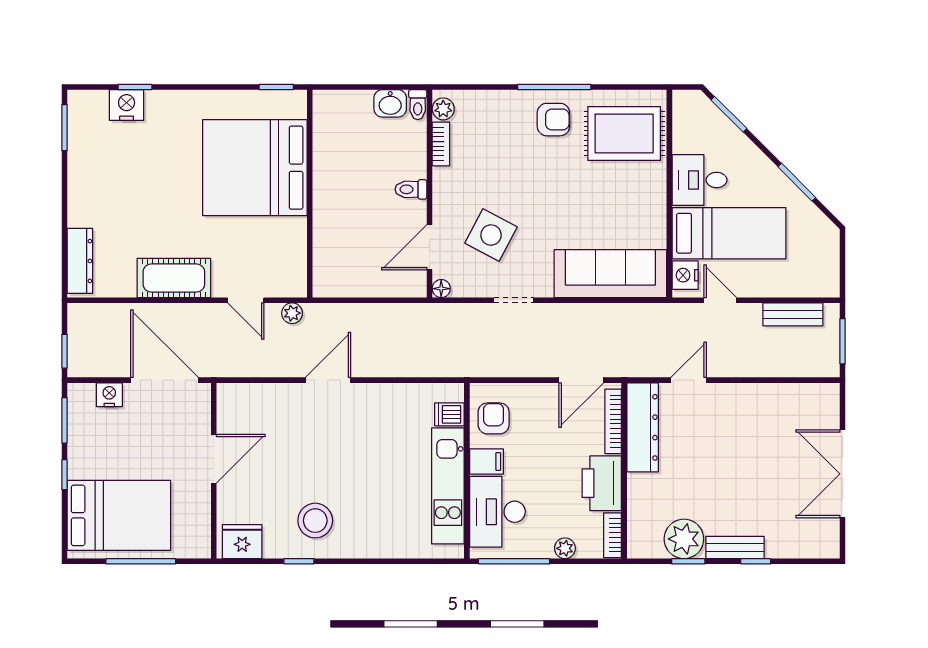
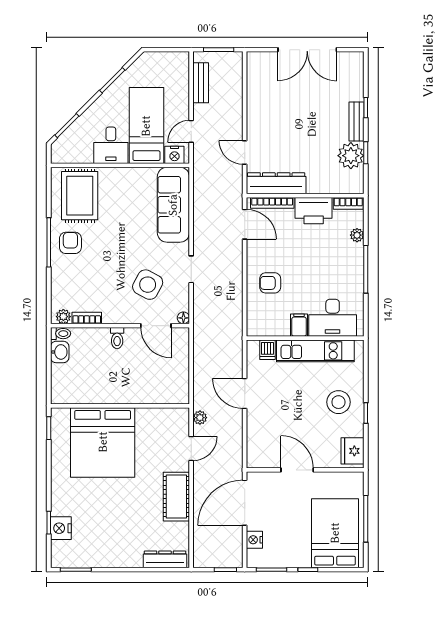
dishwasher: (449, 414) -> (268, 350), moved
filing cabinet: (486, 462) -> (299, 325), moved
wall: (467, 471) -> (305, 338), moved
kitchen unit: (448, 486) -> (315, 351), moved
desk: (497, 512) -> (333, 318), moved

